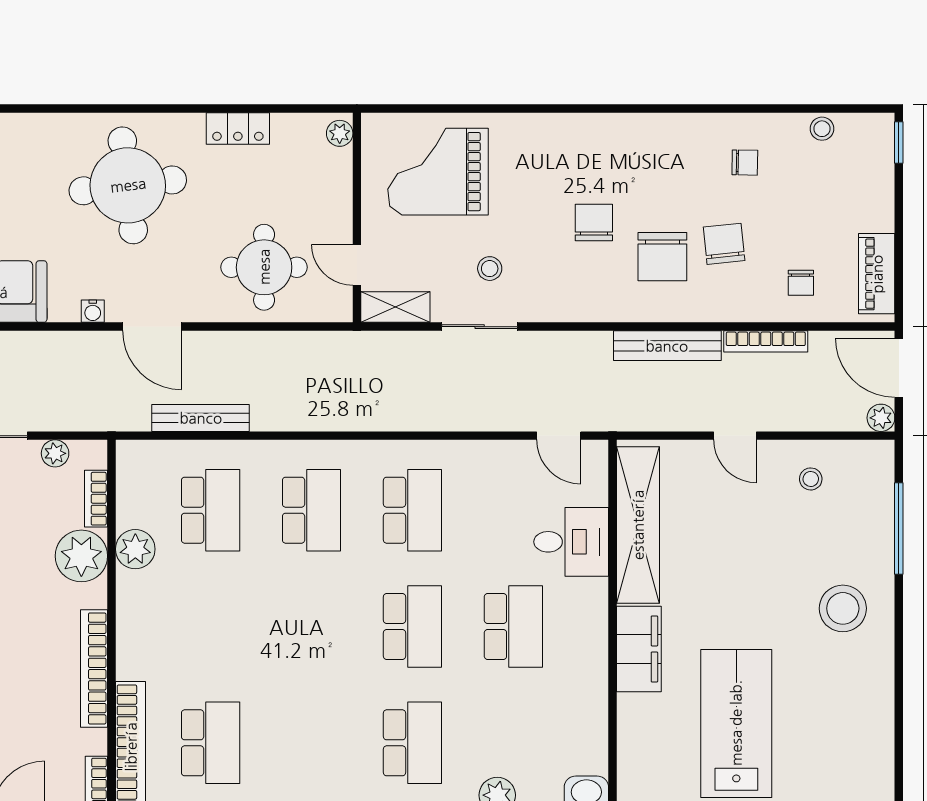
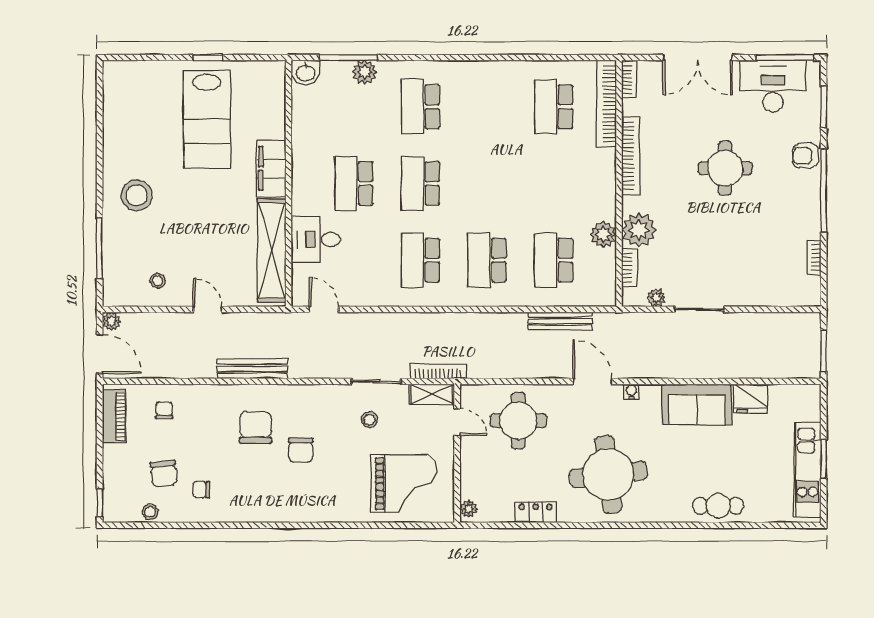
chair: (724, 244) -> (164, 474), moved
bookcase: (766, 341) -> (438, 372), moved

